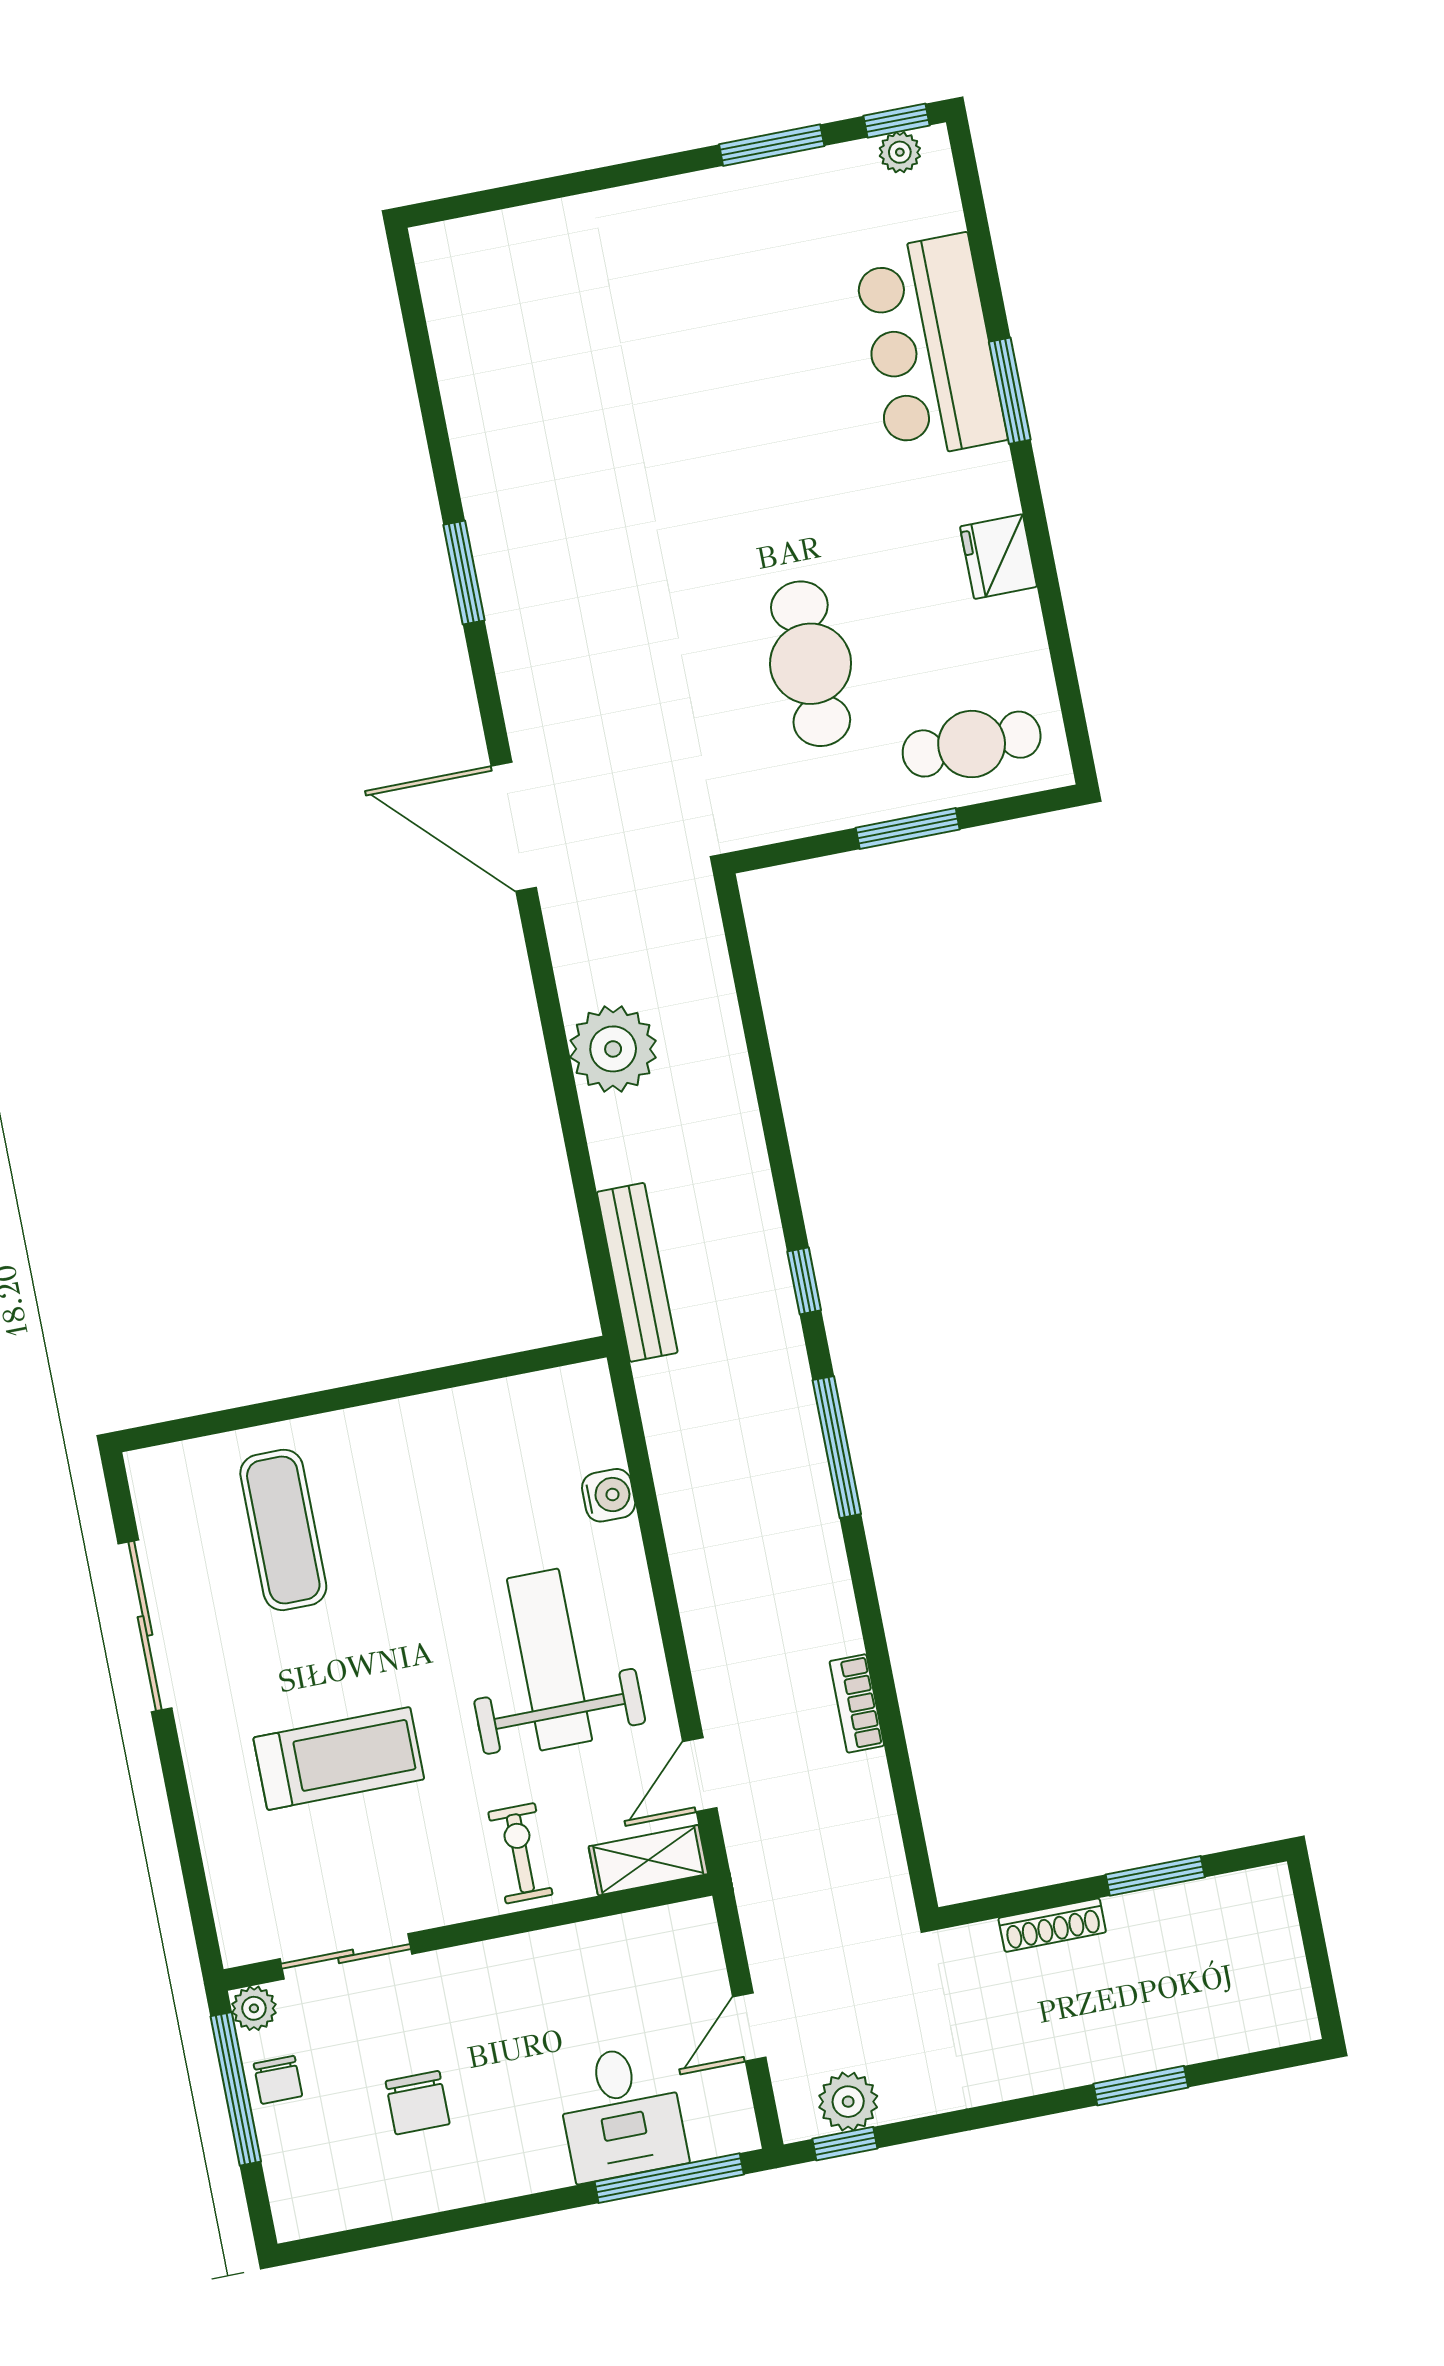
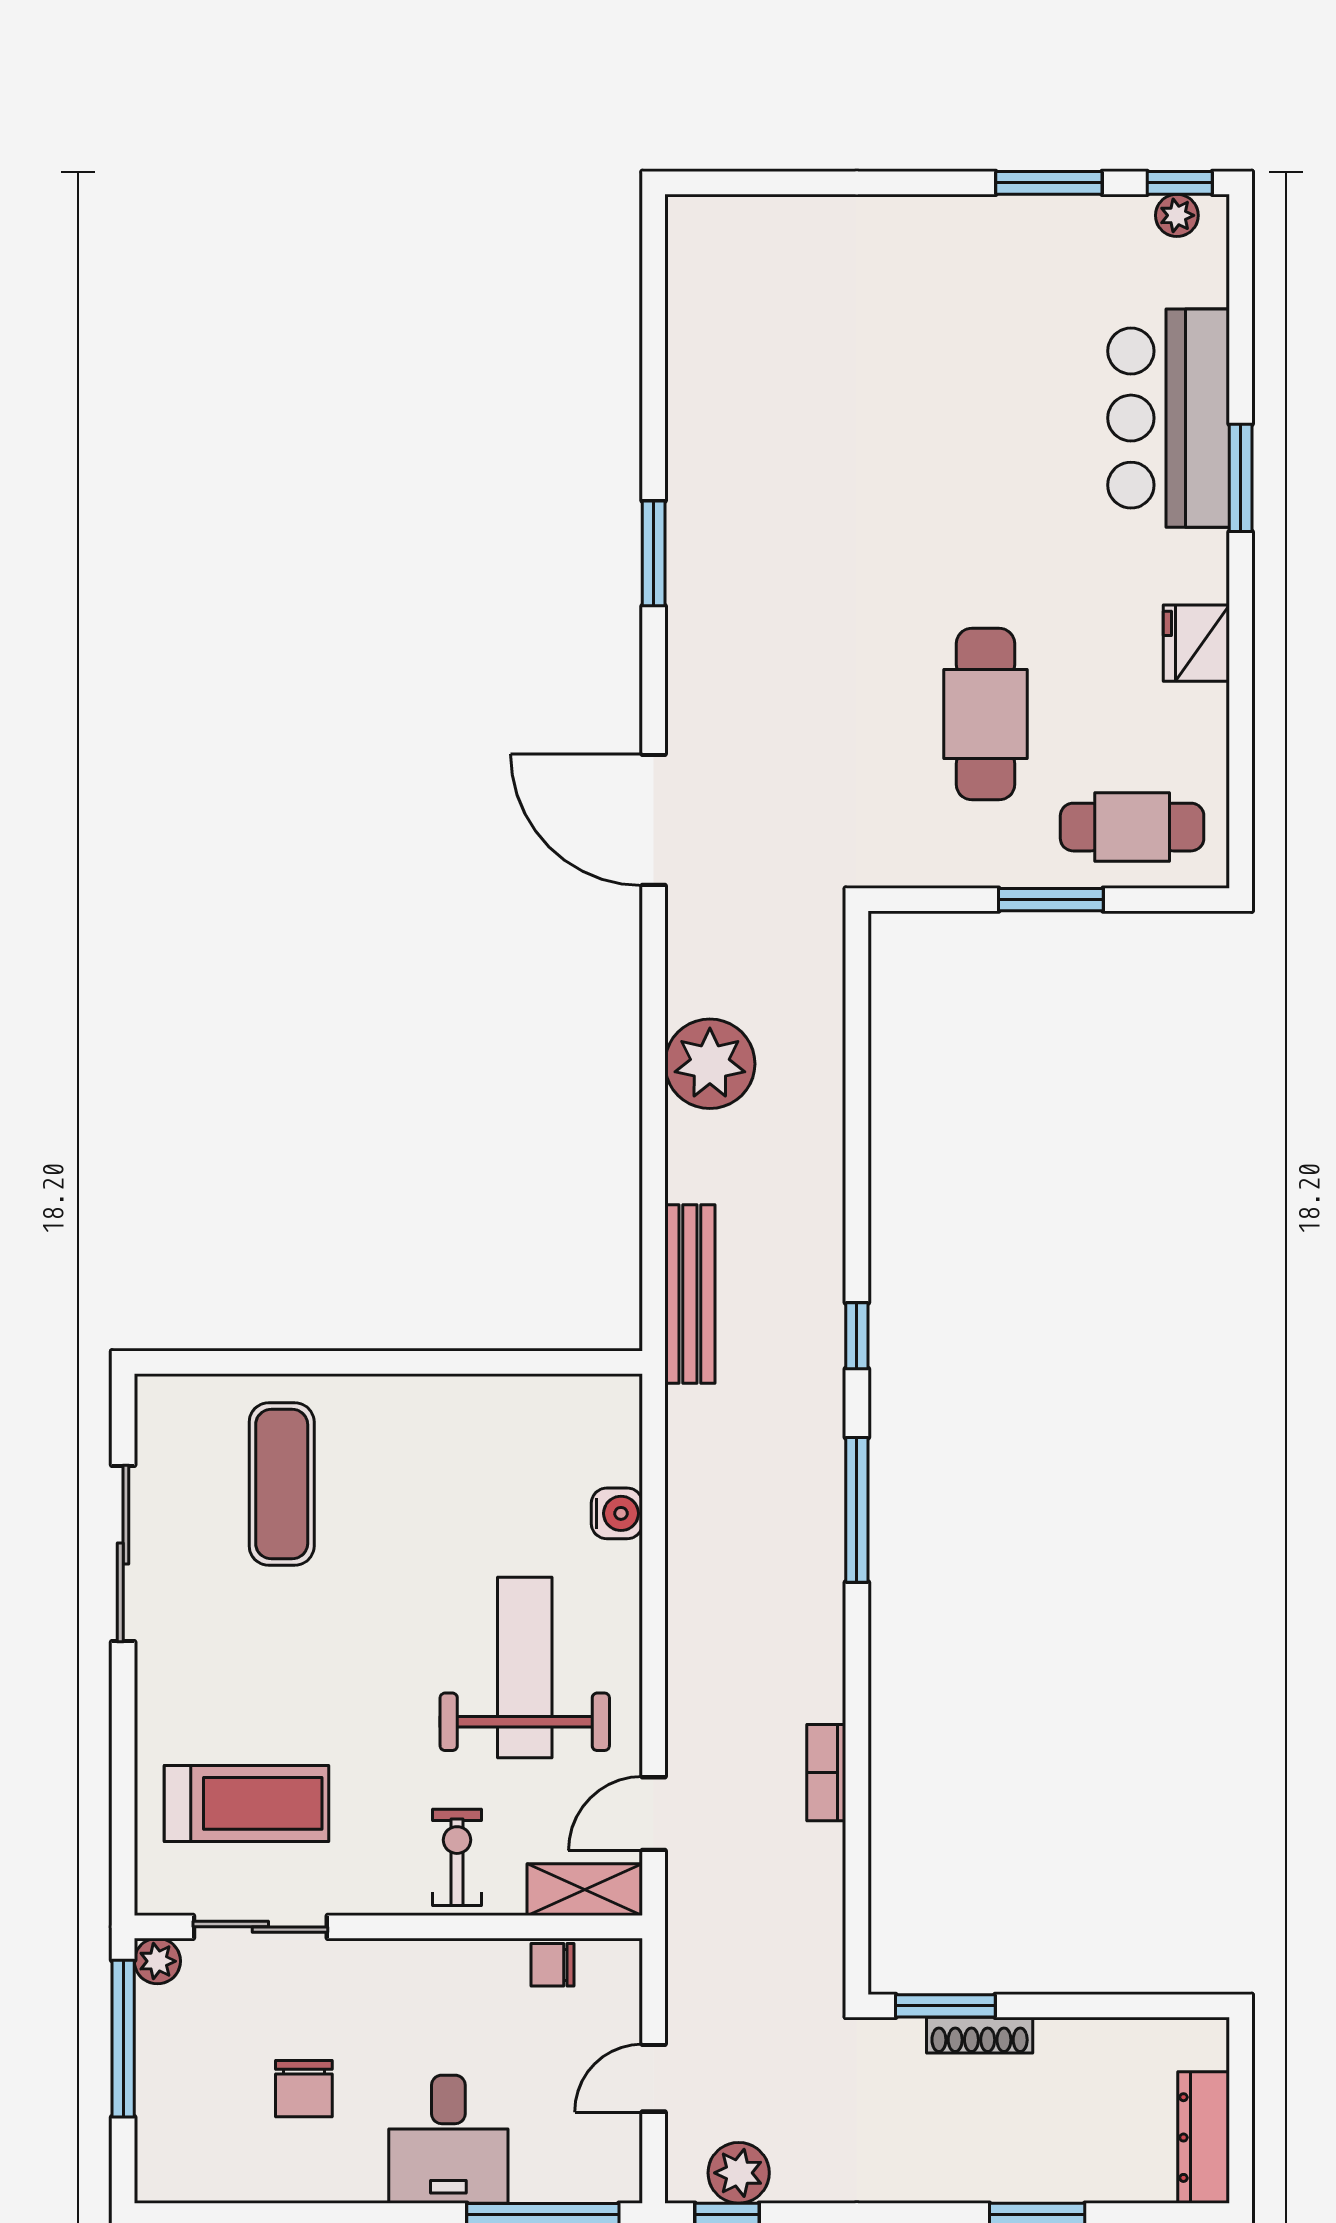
treadmill: (339, 1758) -> (246, 1803), moved
window: (1155, 1876) -> (945, 2006), moved
dresser: (1285, 1981) -> (1204, 2138), added
chair: (278, 2080) -> (553, 1965), moved, turned 90
desk: (621, 2113) -> (448, 2139), moved

